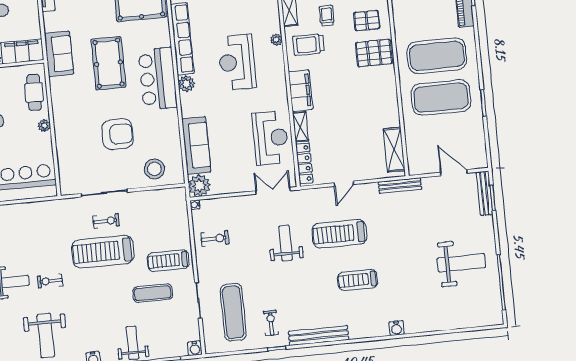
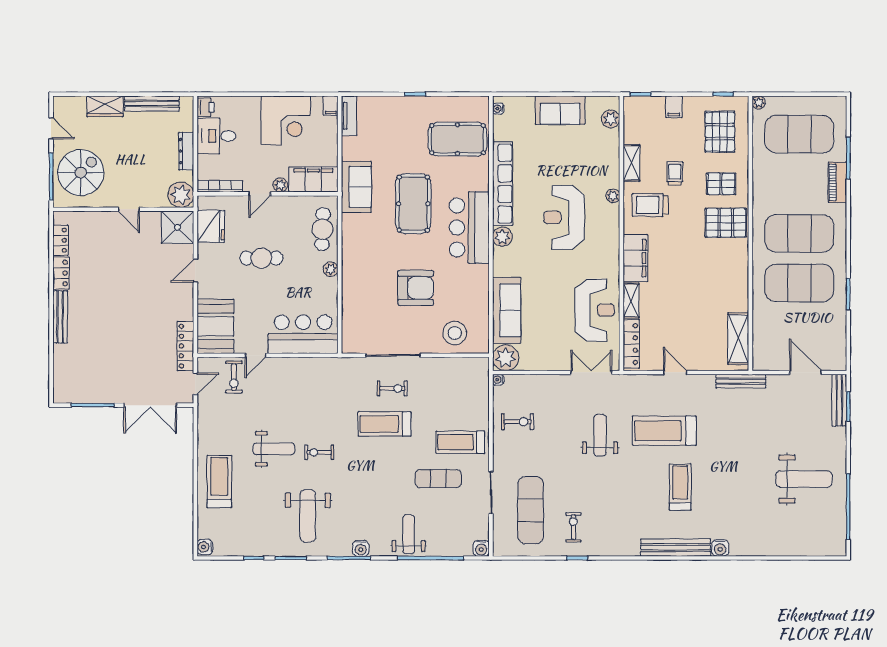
door: (344, 184) -> (675, 372), swing flipped
treadmill: (103, 252) -> (385, 424), width x0.73, depth x0.73
treadmill: (358, 280) -> (680, 487), turned 90
bench: (319, 336) -> (676, 548), moved

